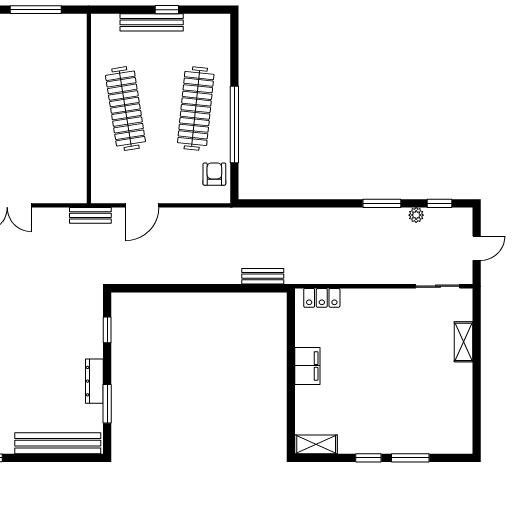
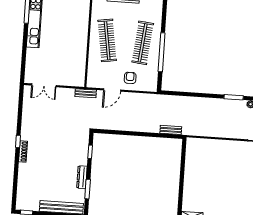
armchair: (214, 174) -> (130, 78), moved
locker: (322, 298) -> (200, 143), removed
filing cabinet: (307, 366) -> (190, 177), removed

